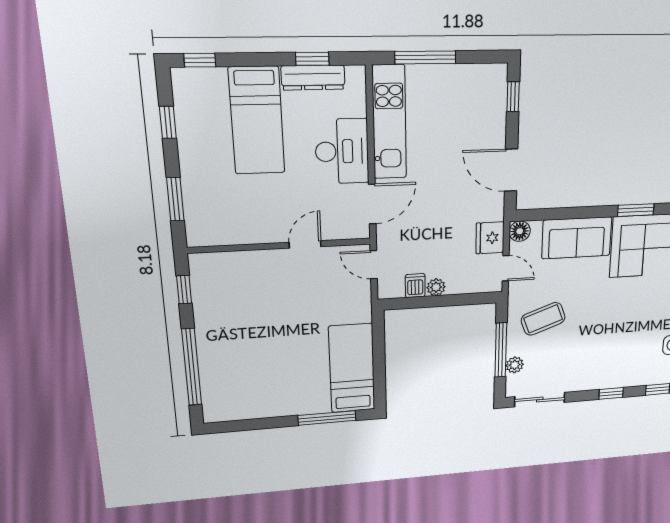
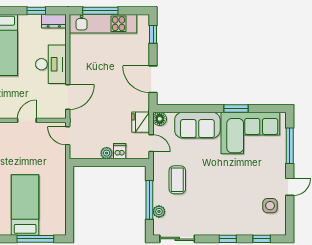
dresser: (313, 78) -> (54, 21), moved, width x0.70
kitchen unit: (389, 122) -> (103, 24), moved, turned 90
dishwasher: (415, 286) -> (120, 151), moved
coffee table: (543, 319) -> (177, 180), turned -70
bed: (352, 368) -> (25, 205), moved

